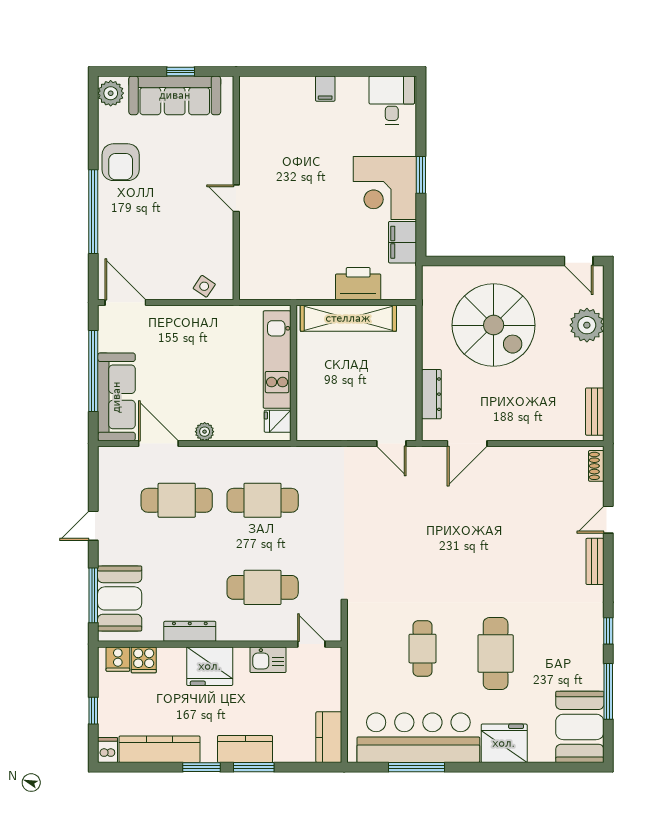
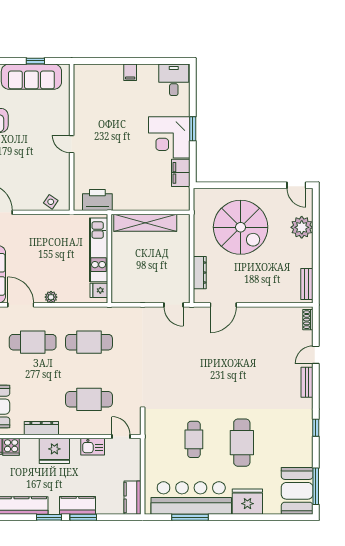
printer: (358, 284) -> (97, 200), moved
window: (608, 691) -> (316, 486), moved

